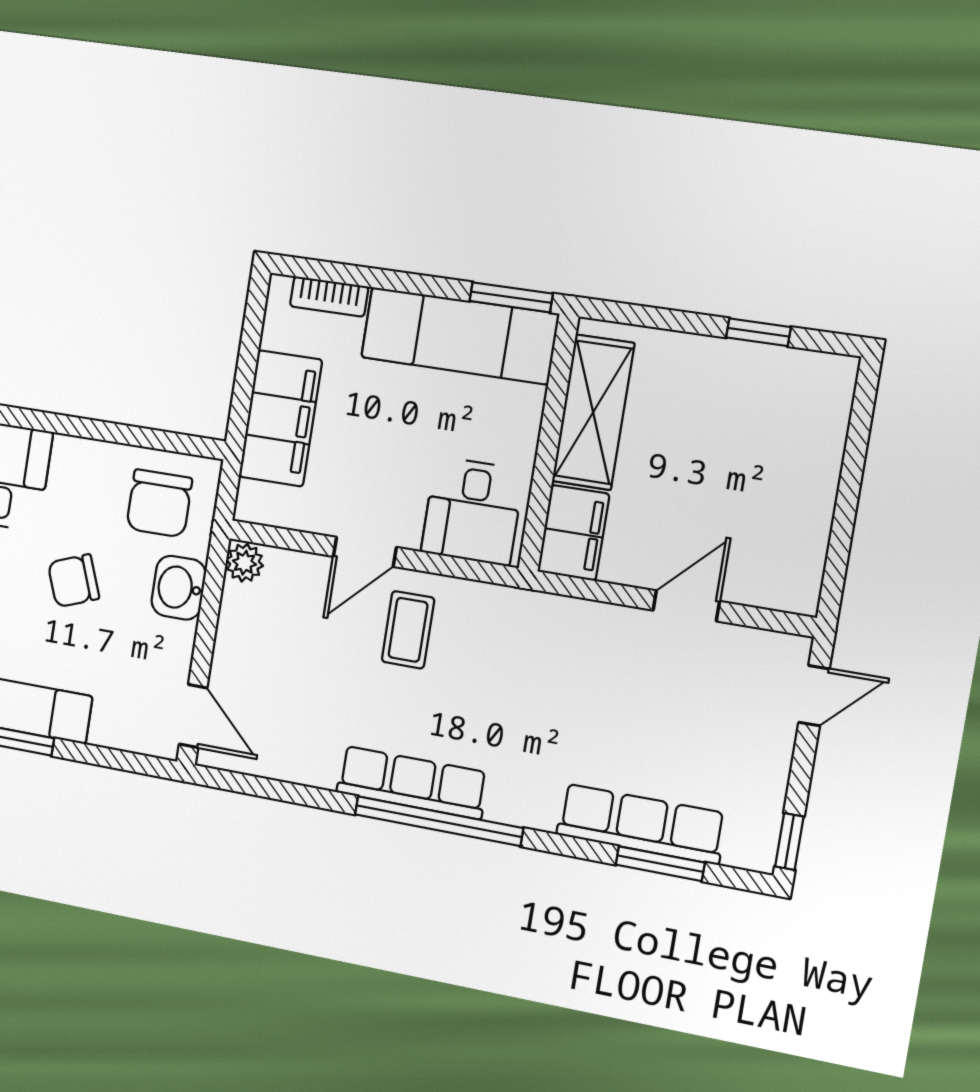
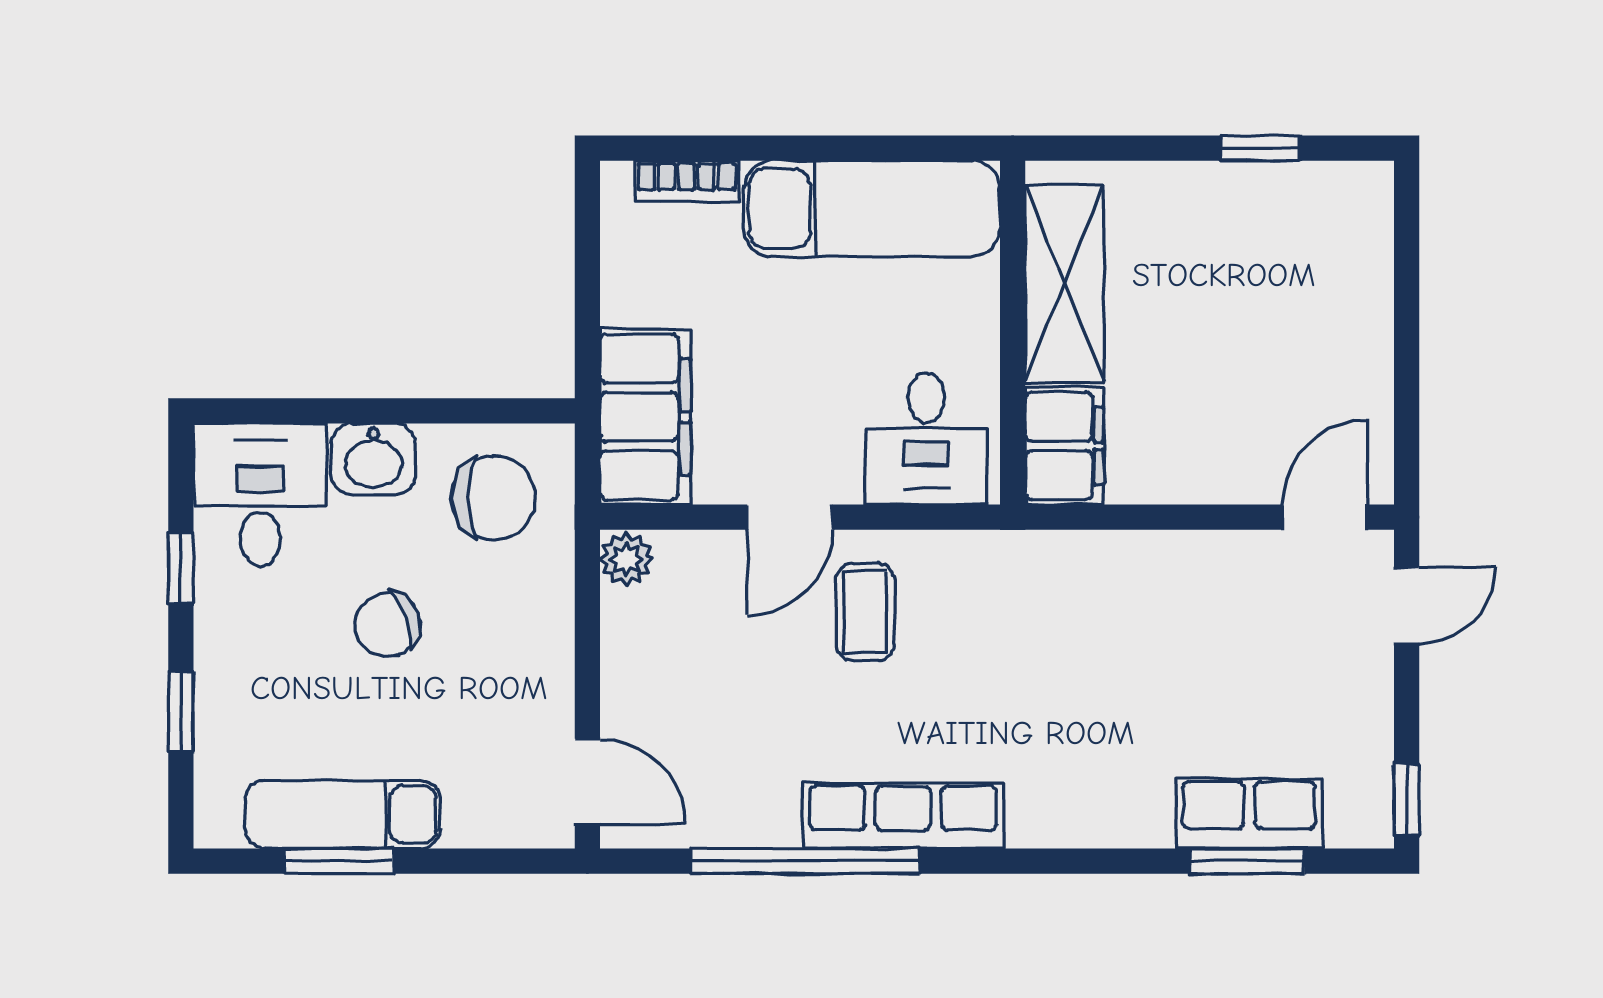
window: (511, 297) -> (932, 148), removed
filing cabinet: (280, 418) -> (645, 417), moved
chair: (159, 503) -> (494, 498), turned -90
washbasin: (179, 588) -> (374, 459), moved, turned -90
door: (686, 606) -> (1325, 517), moved
window: (439, 821) -> (805, 861), moved
row of seats: (641, 824) -> (1249, 814), width x0.68

